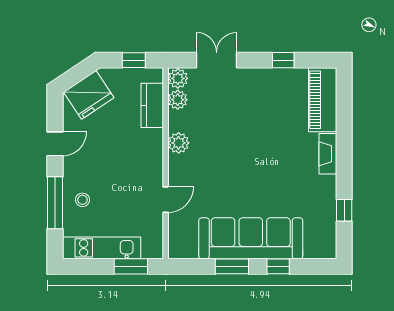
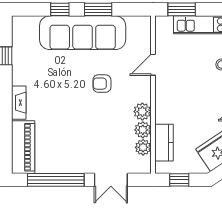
window: (283, 60) -> (56, 180), width x3.17
plant: (178, 78) -> (143, 130), moved
armchair: (227, 177) -> (102, 84), added

